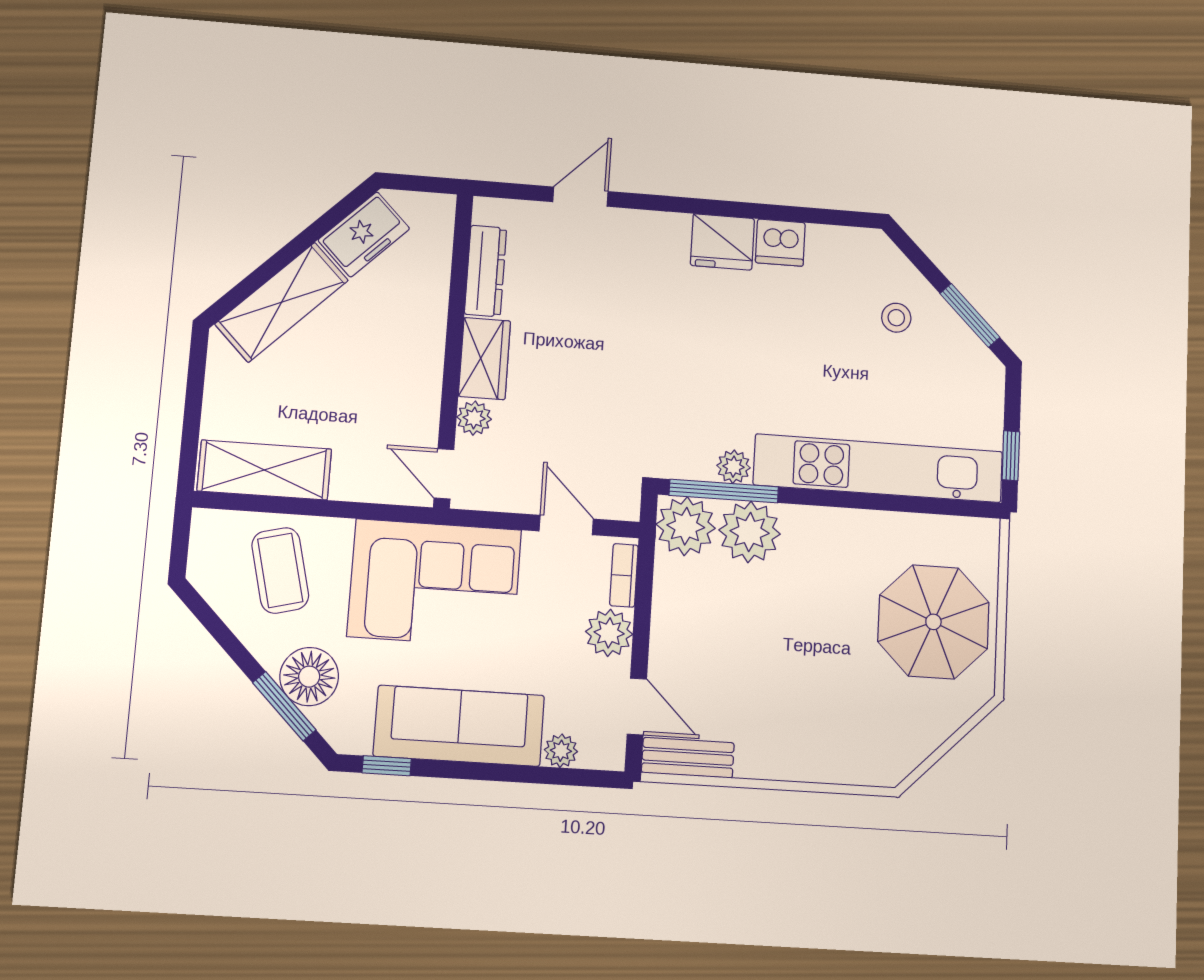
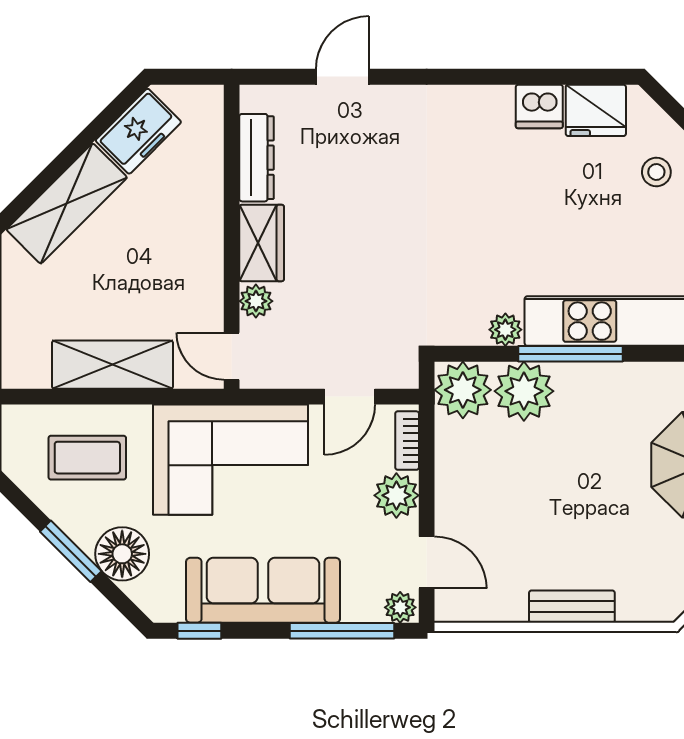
fridge: (722, 242) -> (596, 110), moved
shelving: (264, 470) -> (112, 365), moved
window: (724, 491) -> (571, 354), moved
door: (566, 525) -> (350, 397), swing flipped
coffee table: (280, 570) -> (87, 458), turned -76
window: (284, 706) -> (71, 551), moved
plant: (561, 751) -> (400, 607), moved
bench: (688, 758) -> (572, 607), moved
window: (541, 775) -> (342, 631), added

